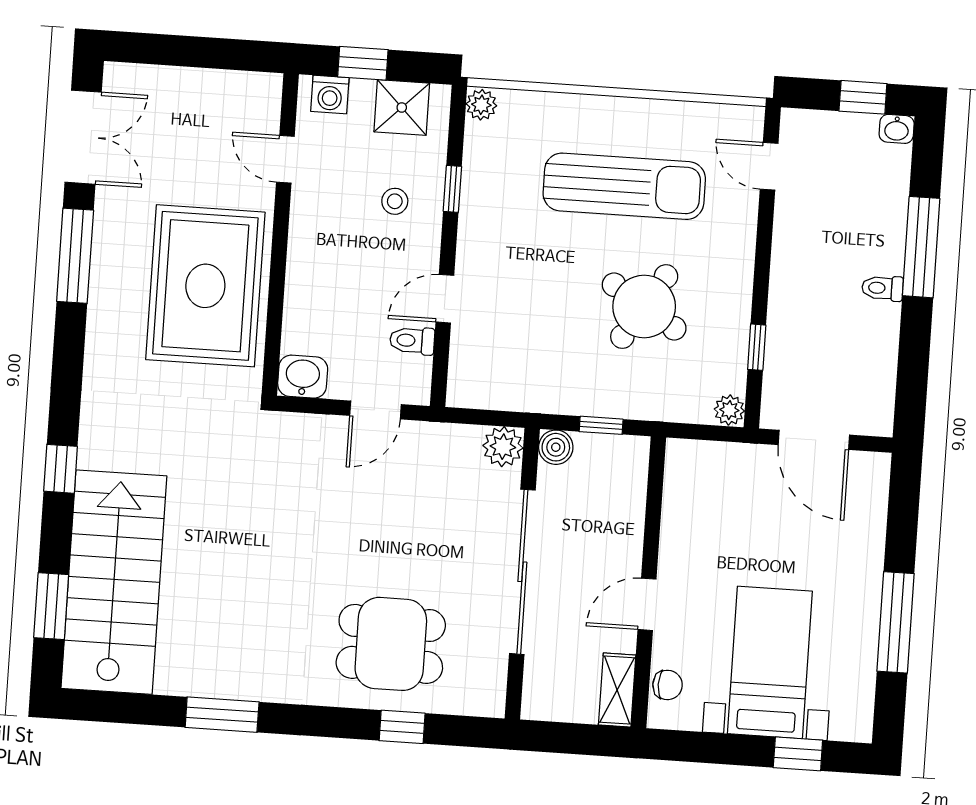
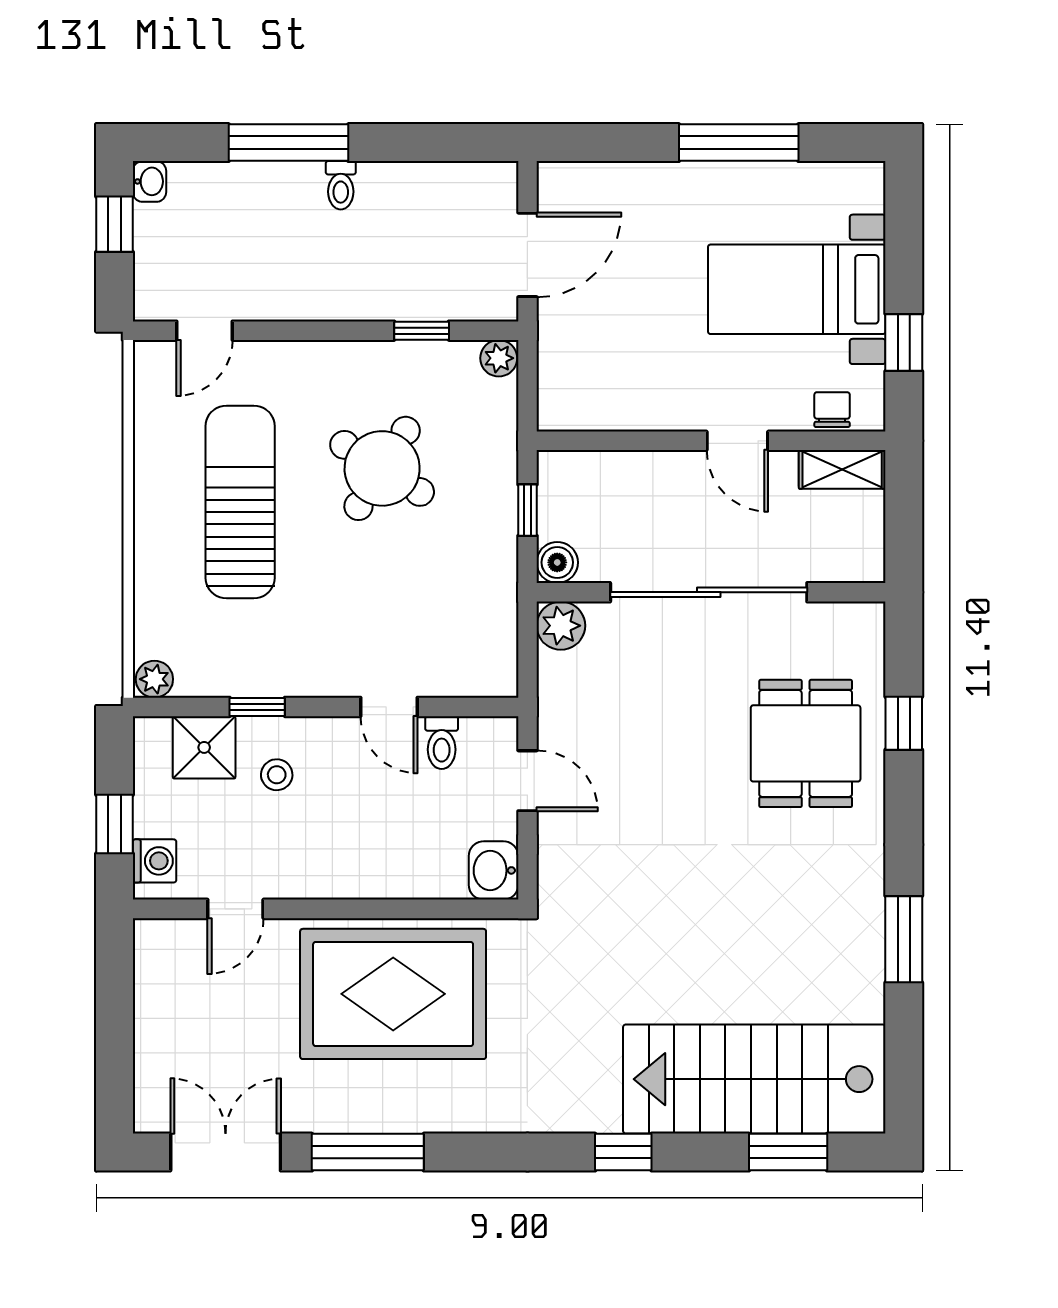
shower: (402, 107) -> (204, 747), moved
window: (798, 754) -> (904, 342), moved

